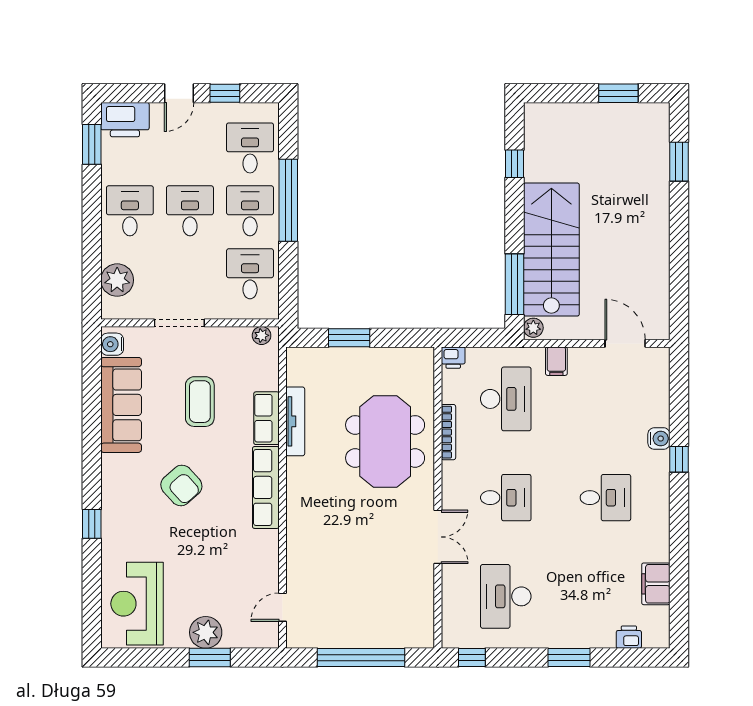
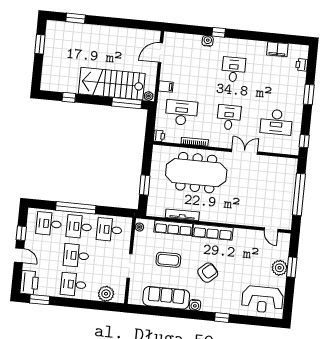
water cooler: (112, 344) -> (195, 305), moved
row of seats: (266, 418) -> (173, 228), width x1.48
meeting table: (385, 441) -> (196, 173), width x1.36

